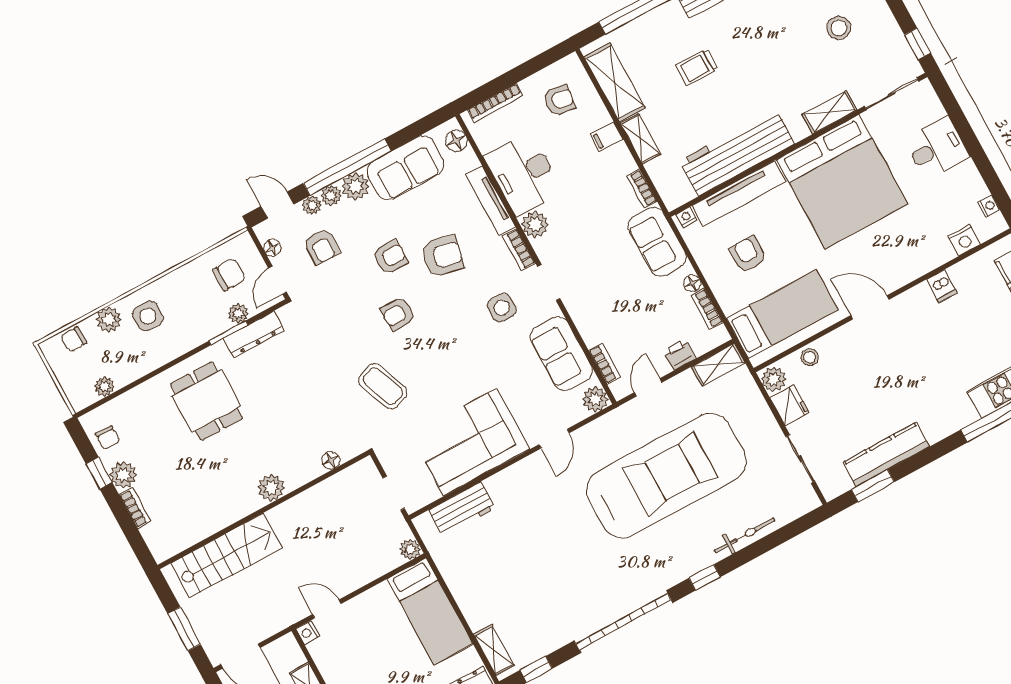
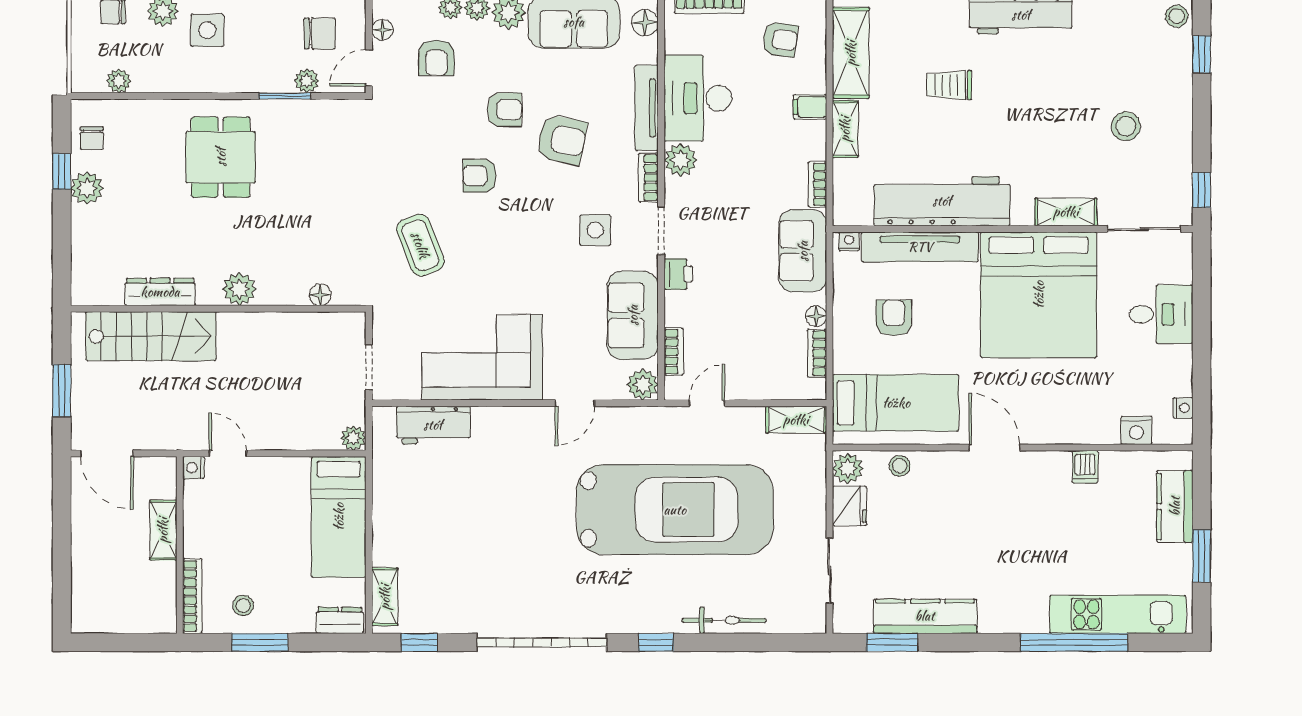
dresser: (254, 334) -> (160, 292), moved, turned 180
printer: (679, 355) -> (678, 274), moved, turned 90
bookcase: (135, 508) -> (80, 231), removed

